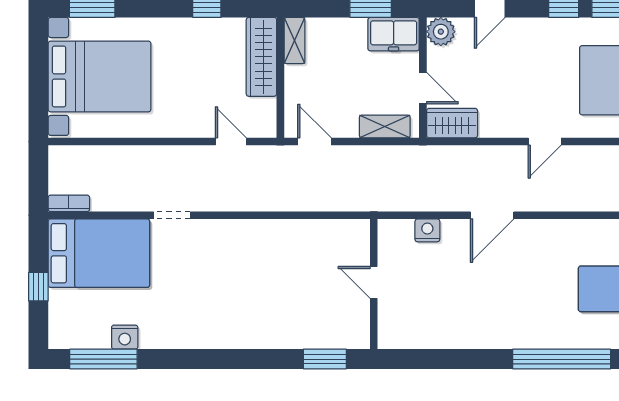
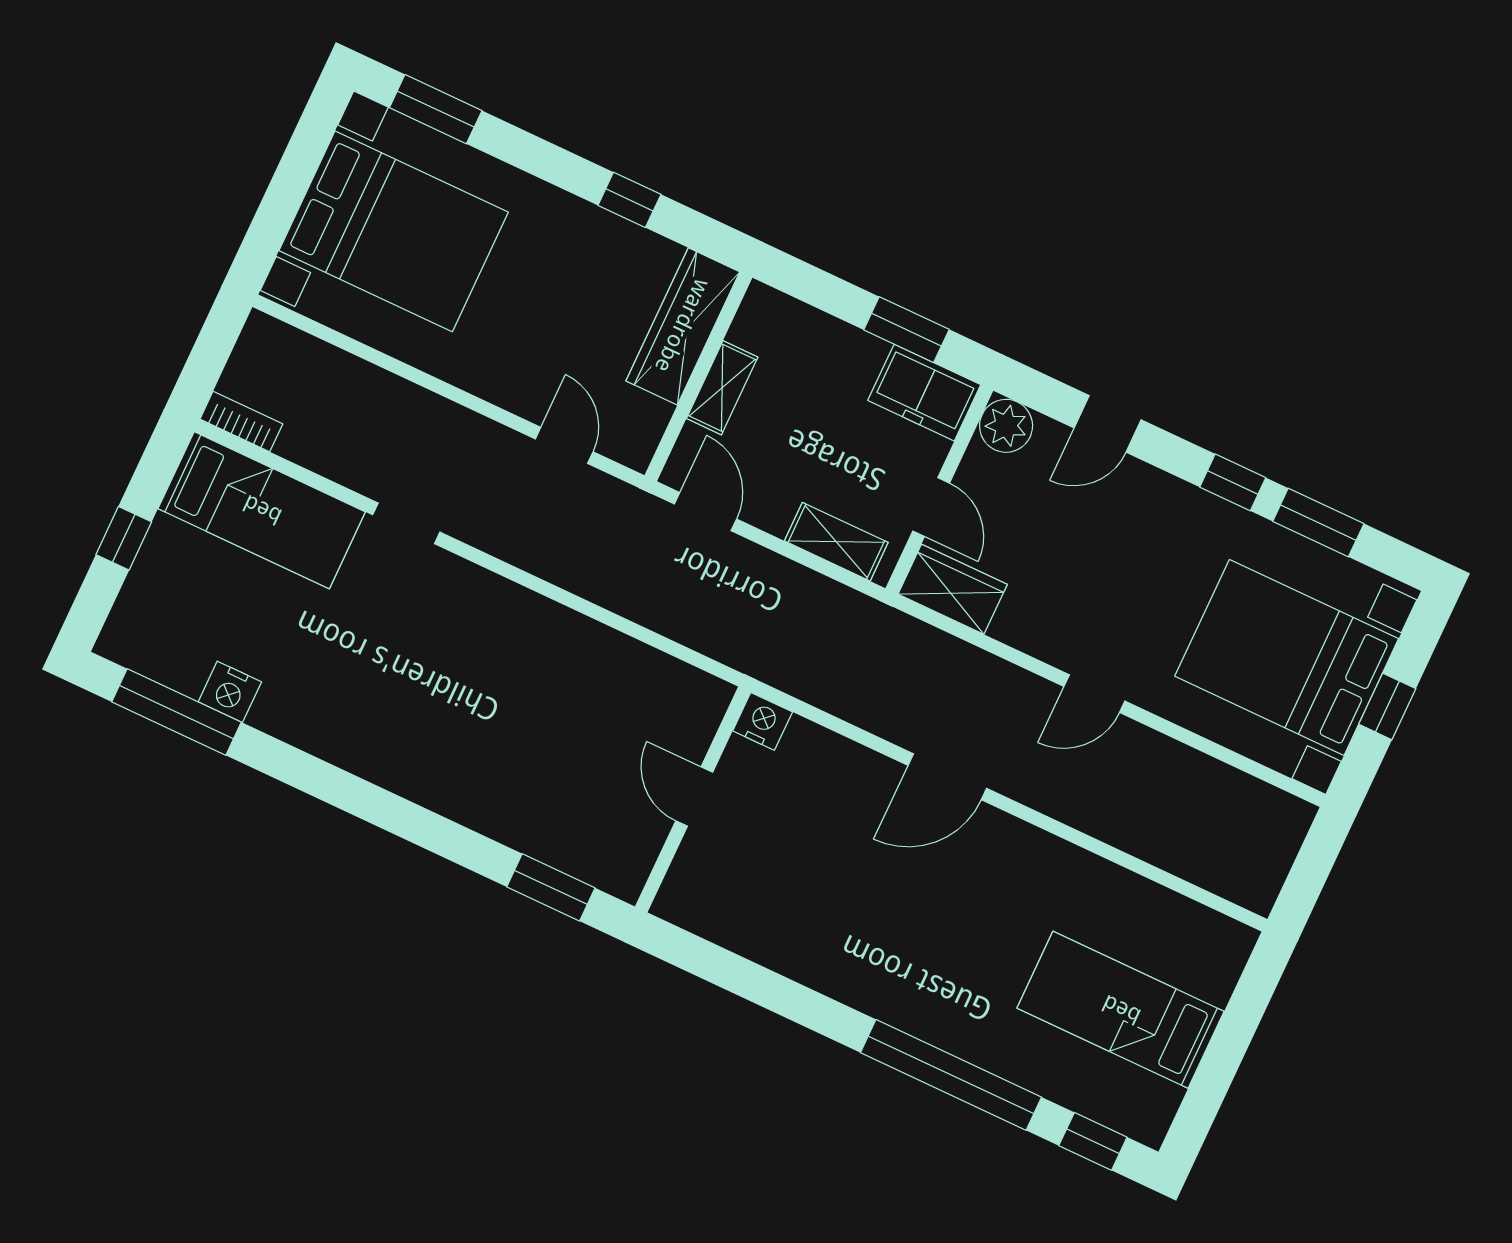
shelving: (294, 41) -> (722, 388), moved
nightstand: (427, 230) -> (763, 721), moved
bed: (99, 253) -> (262, 510), width x0.67

